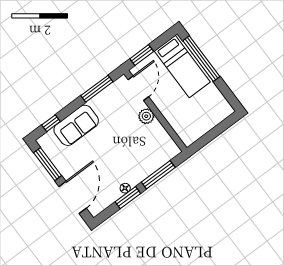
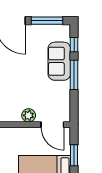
window: (142, 55) -> (74, 155), moved
window: (97, 89) -> (74, 75), moved

